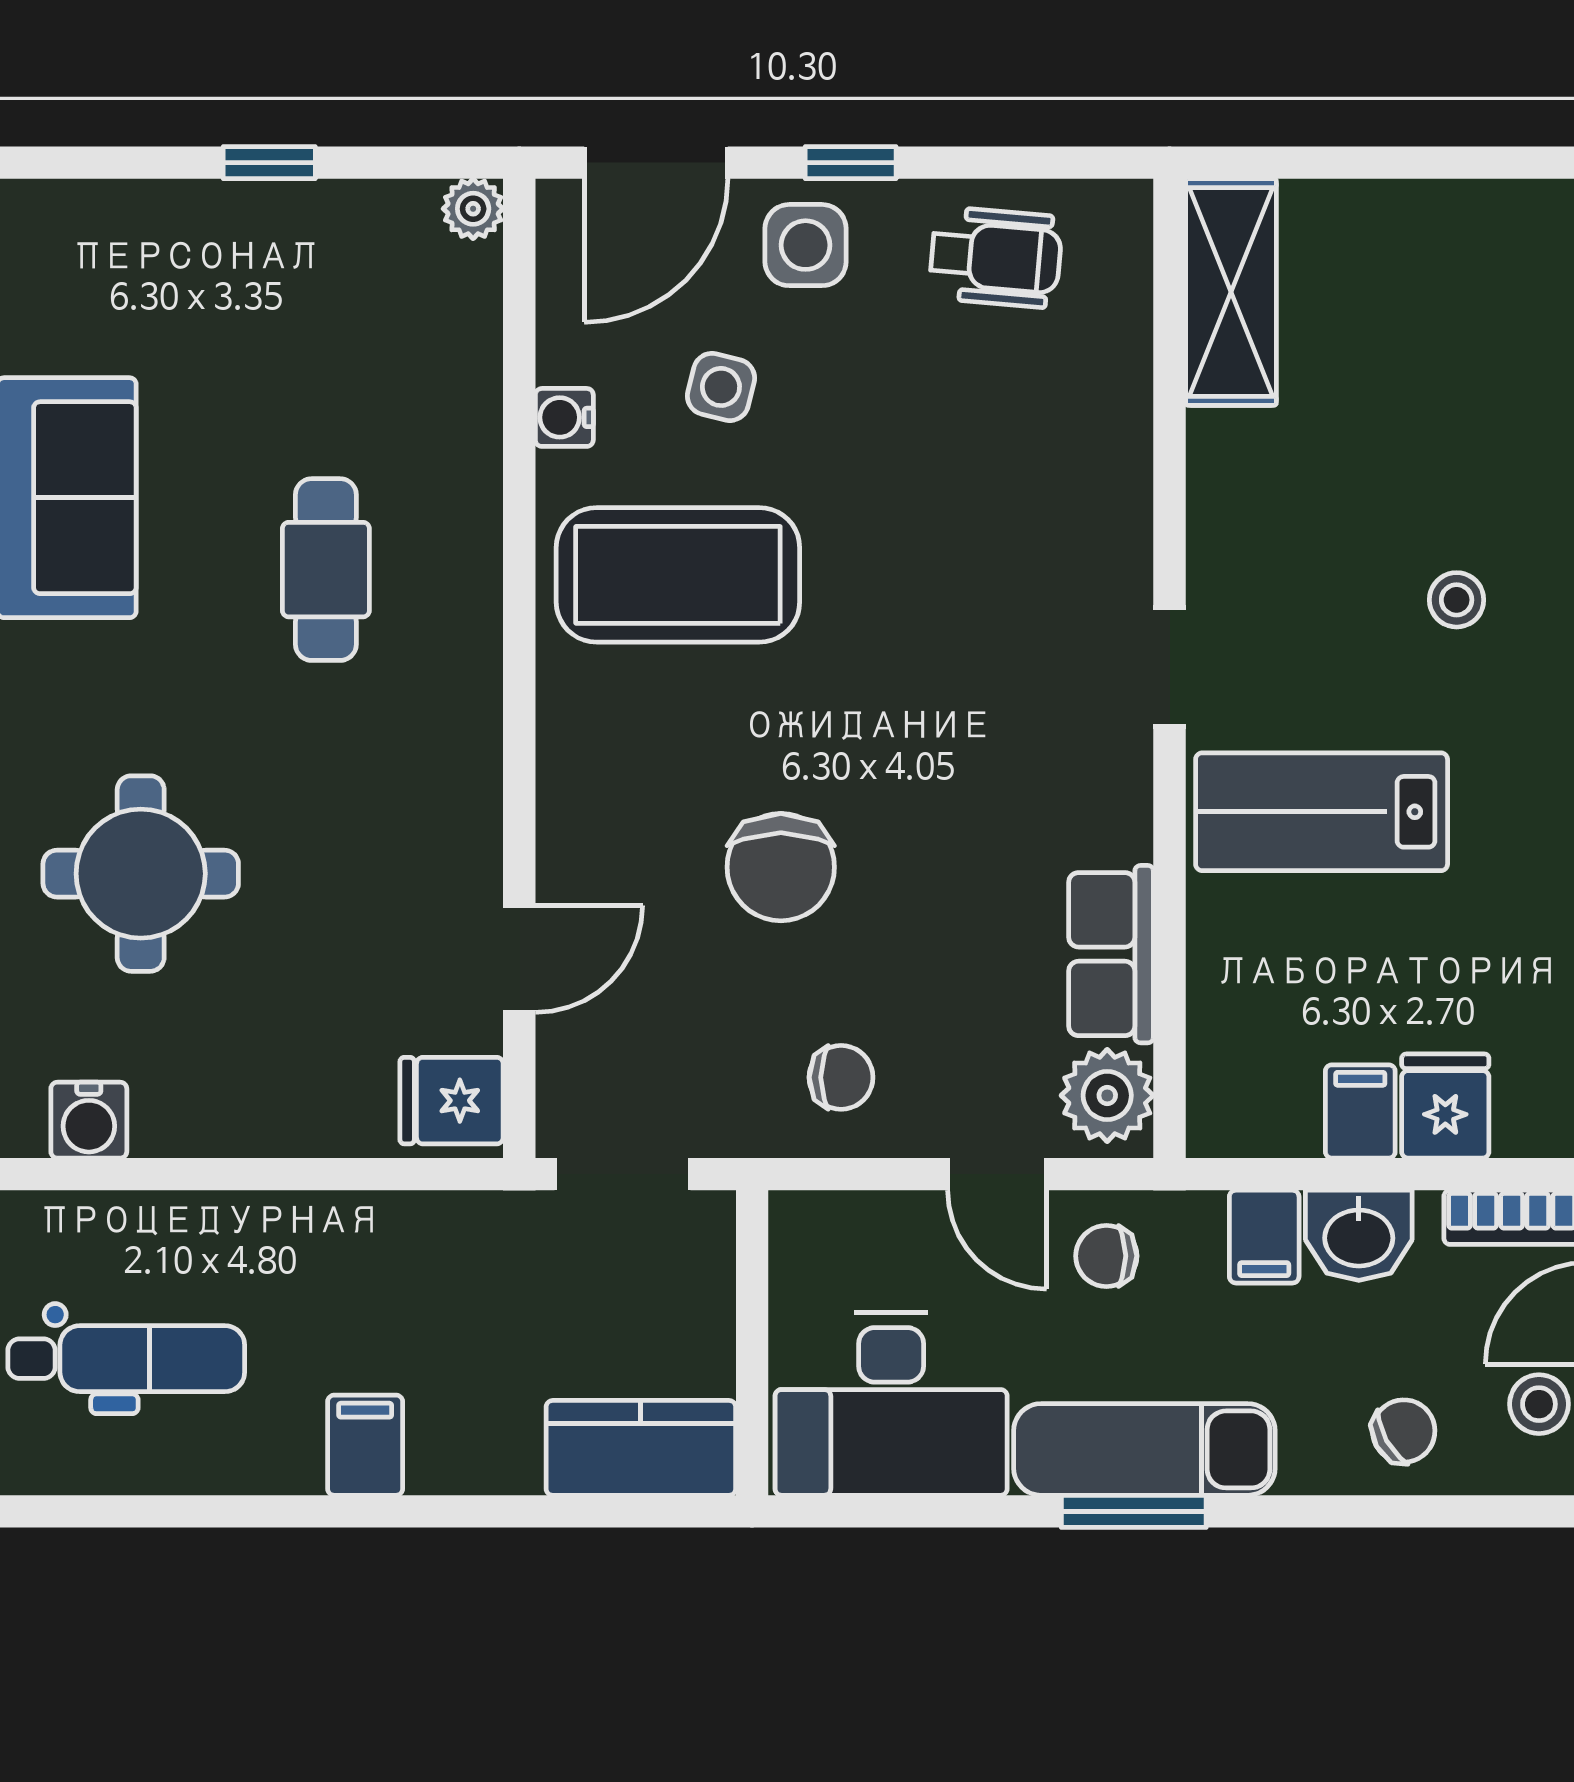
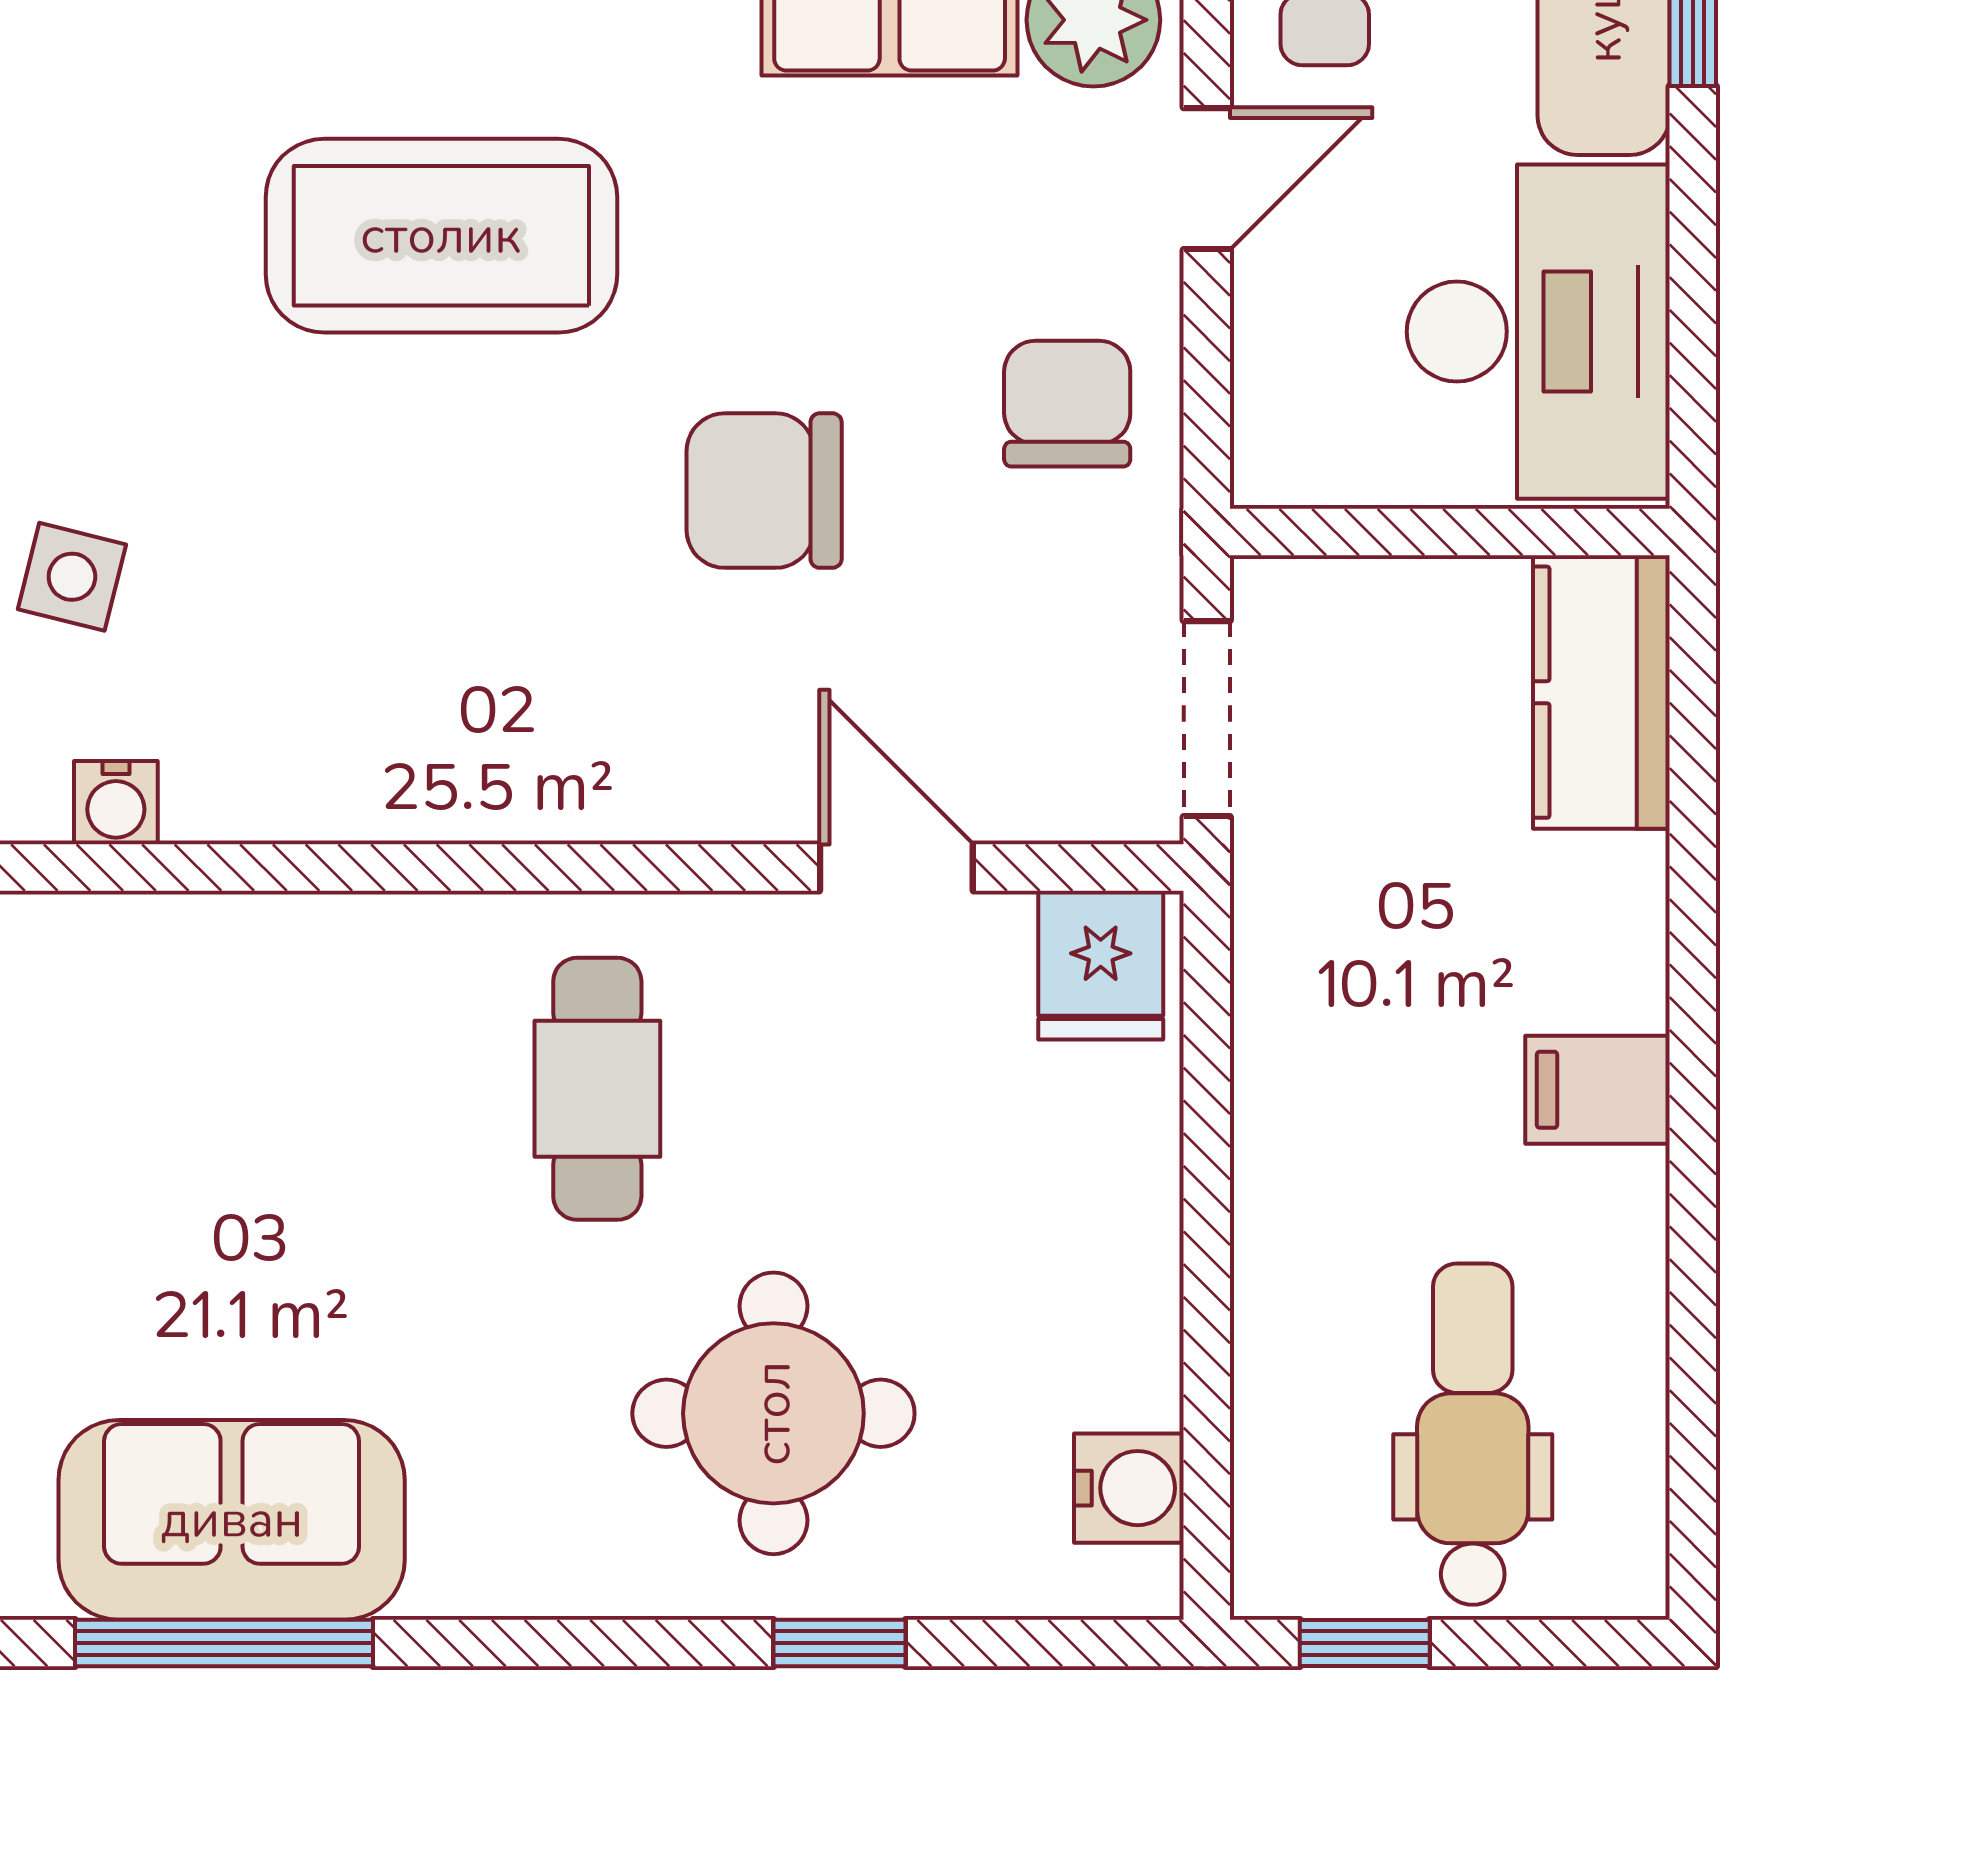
cafe table: (326, 570) -> (597, 1089), moved, turned 90
coffee table: (678, 575) -> (441, 236), moved, turned 90
chair: (781, 867) -> (764, 491), turned 180
chair: (841, 1077) -> (1067, 404), width x1.37, depth x1.37

